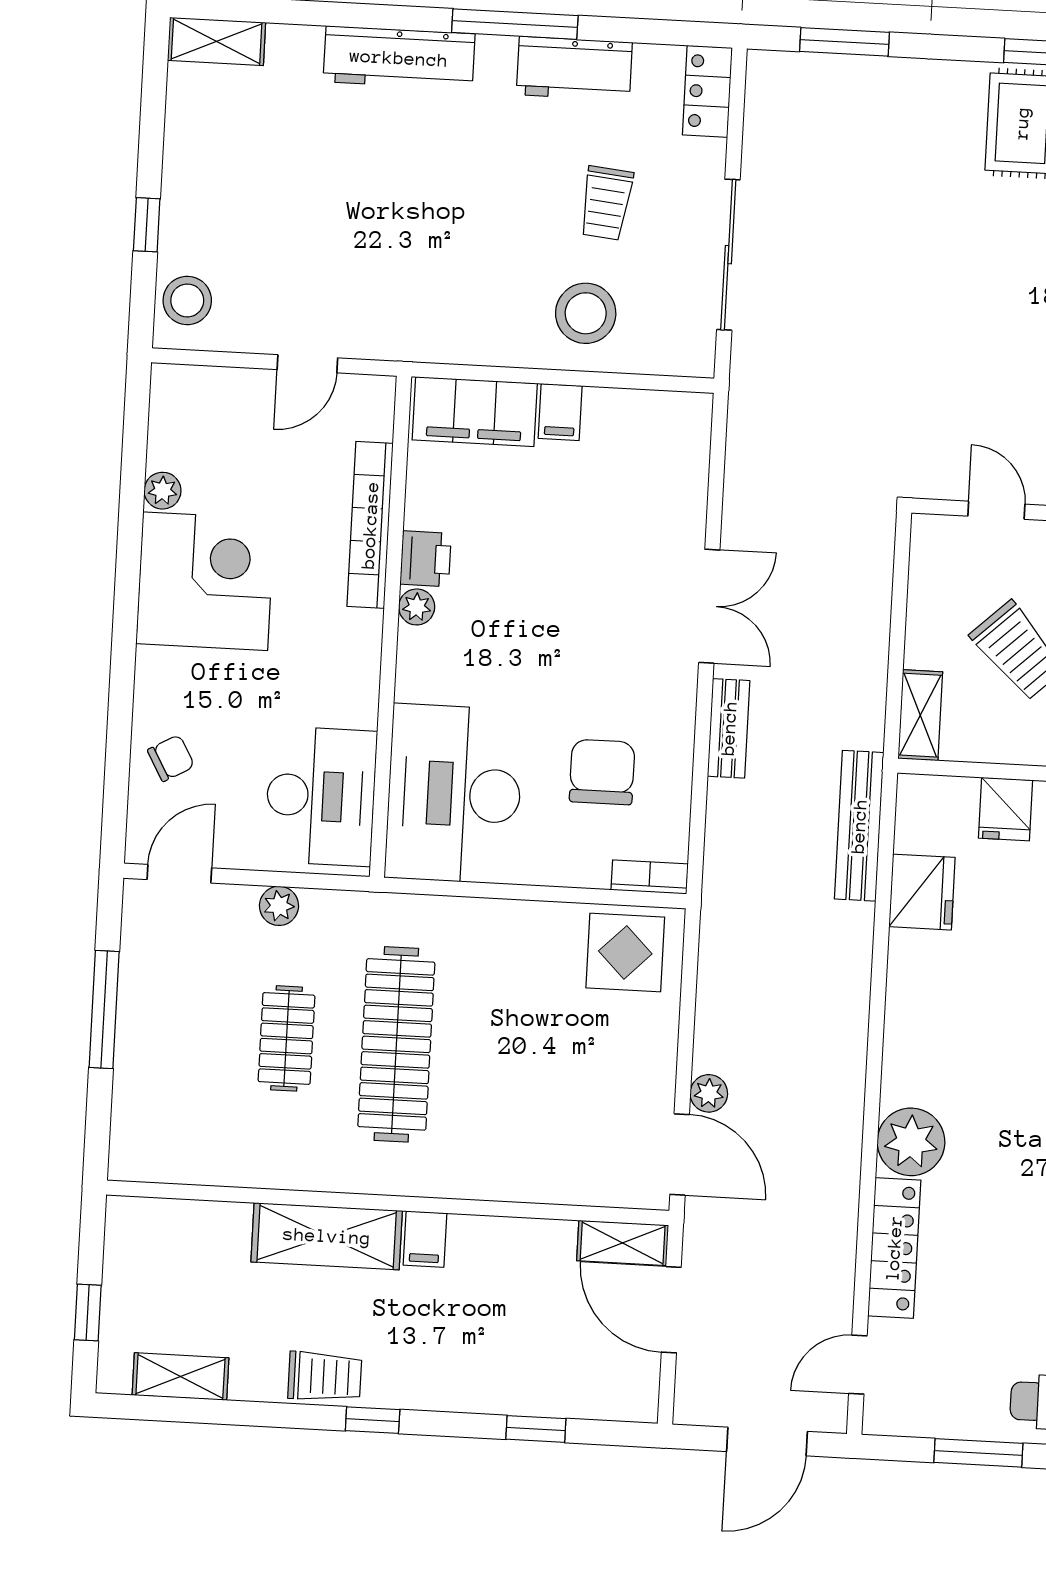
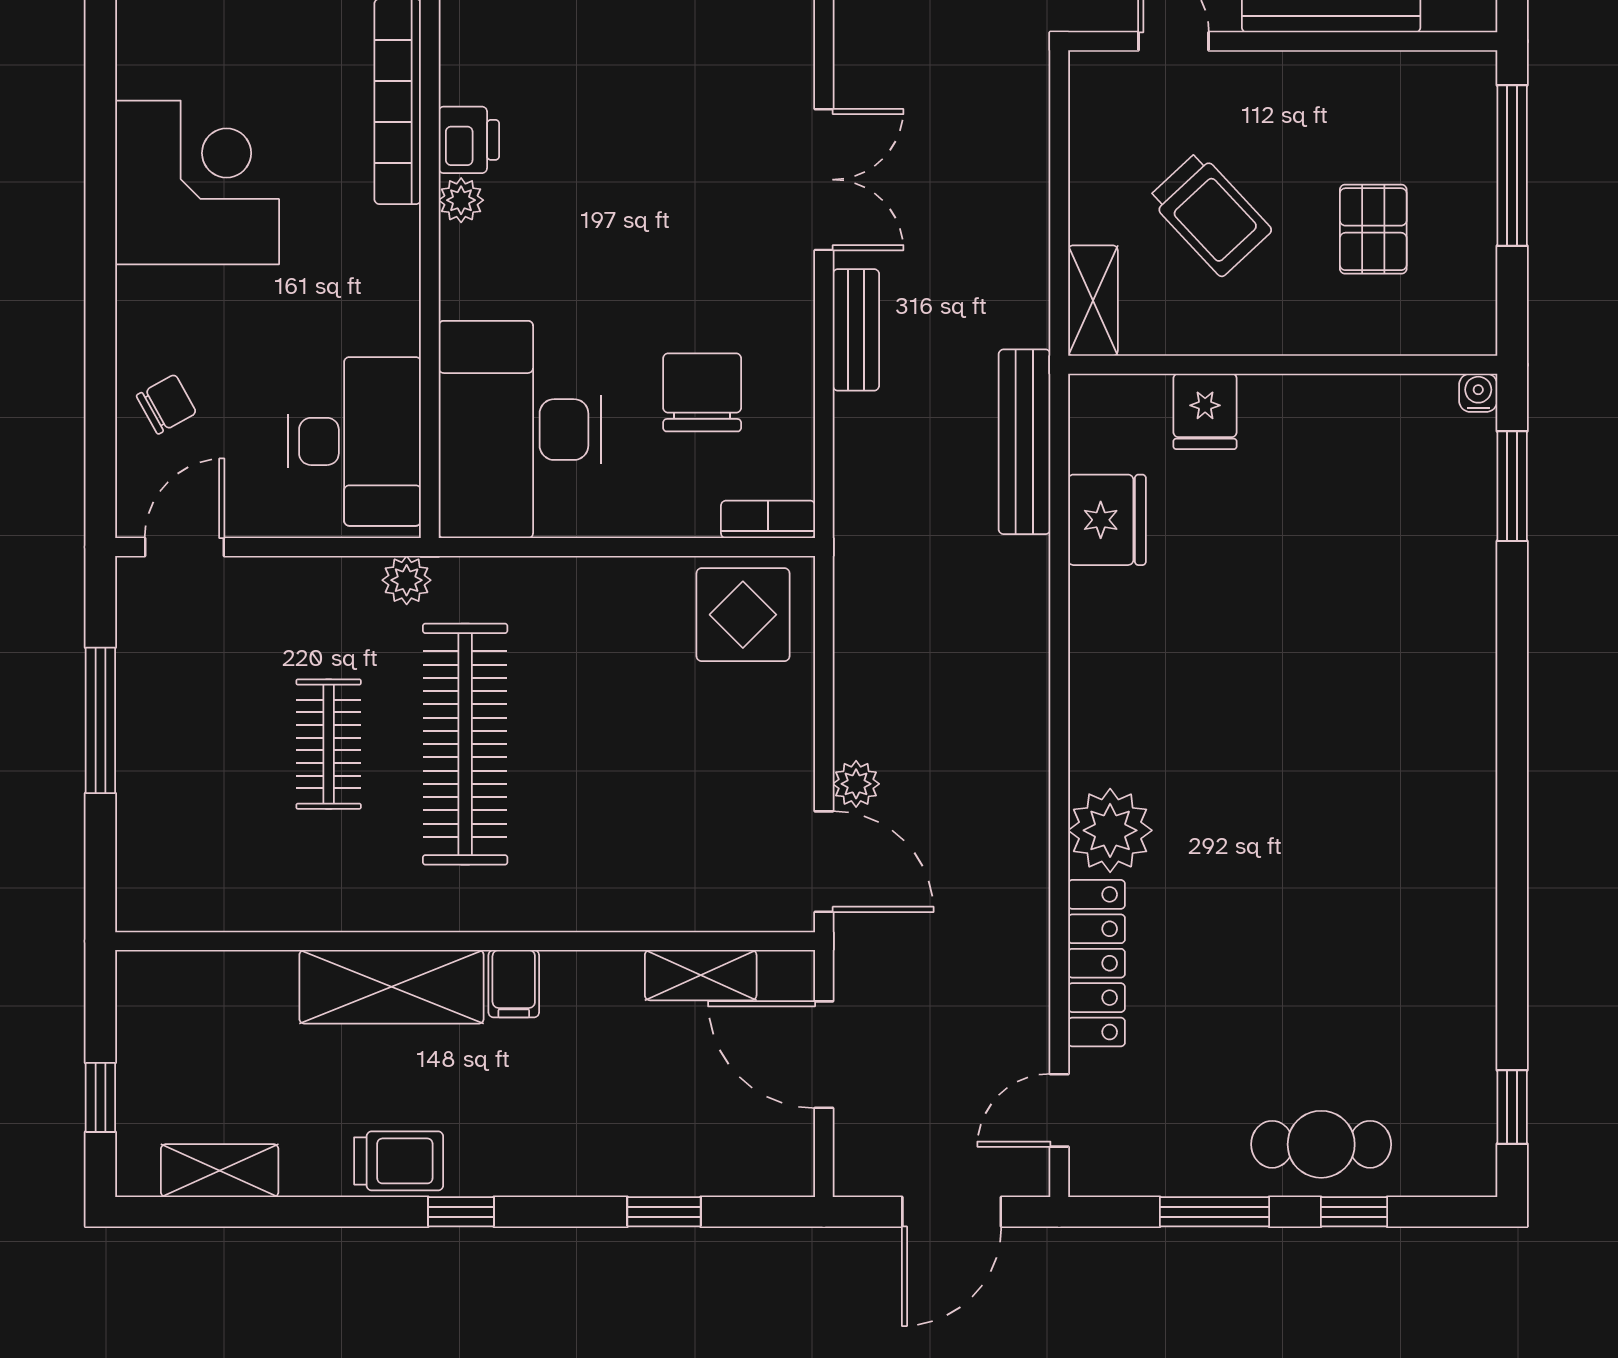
plant: (163, 491) -> (138, 73), removed
plant: (279, 906) -> (407, 580), moved
shelving: (623, 1243) -> (701, 975), moved

